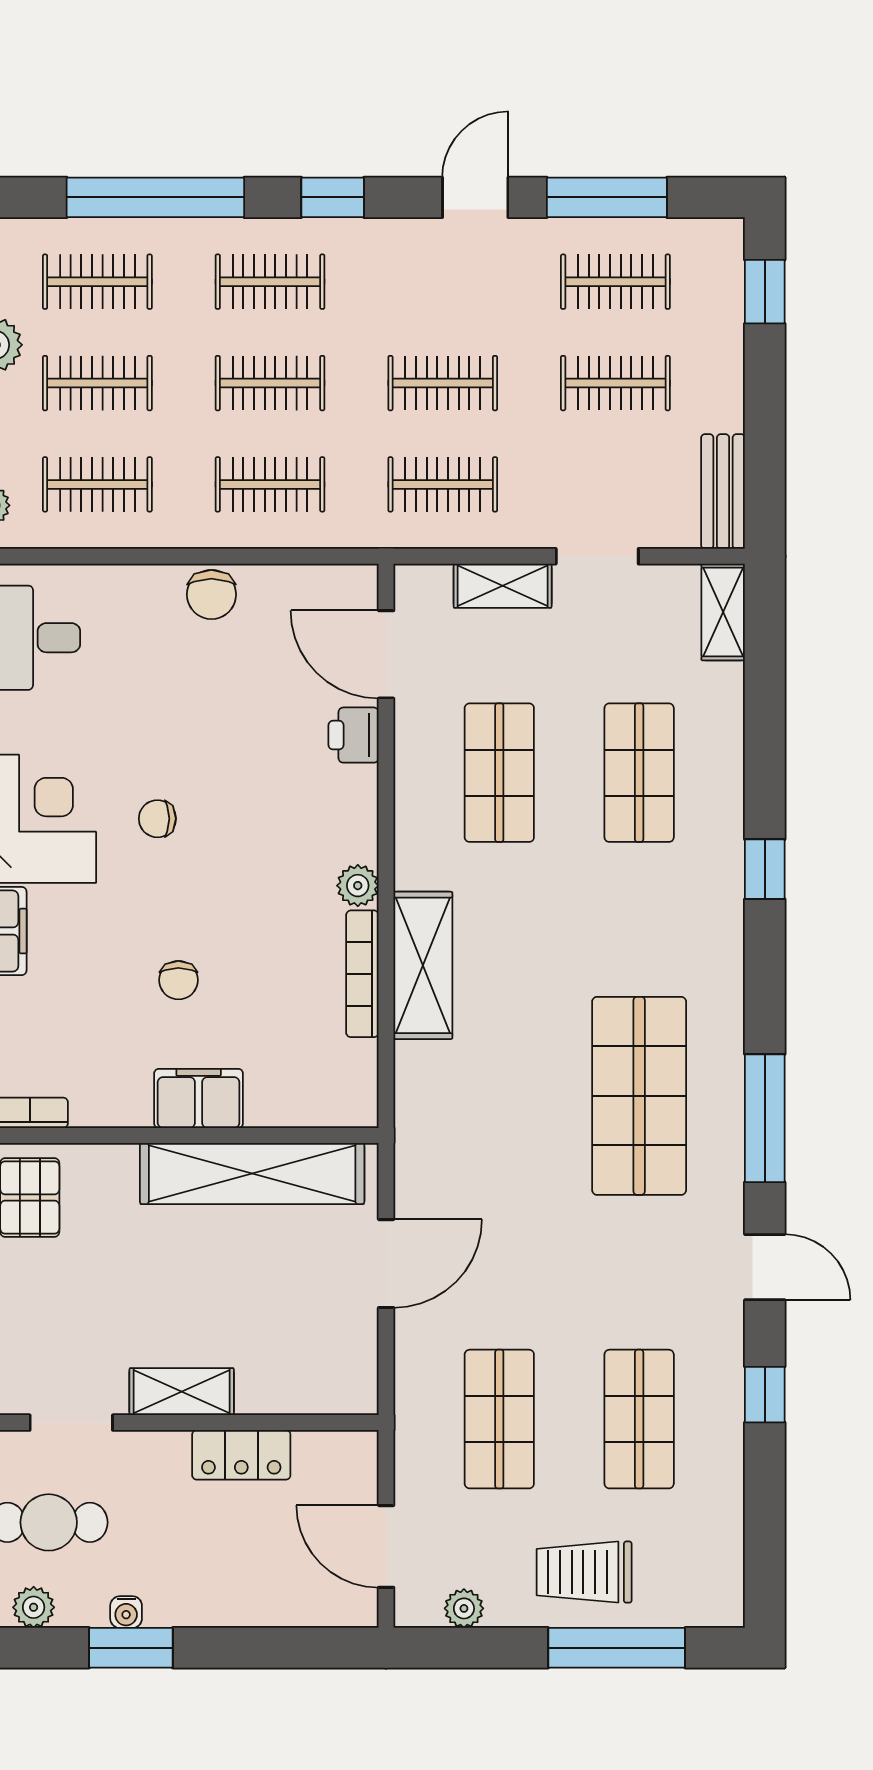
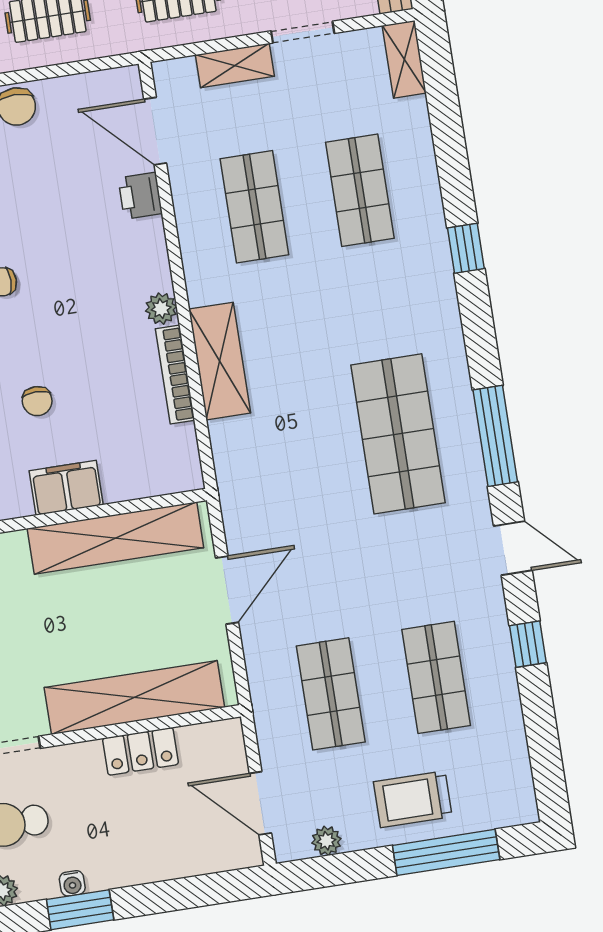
shelving: (182, 1392) -> (134, 697), width x2.20, depth x1.33

